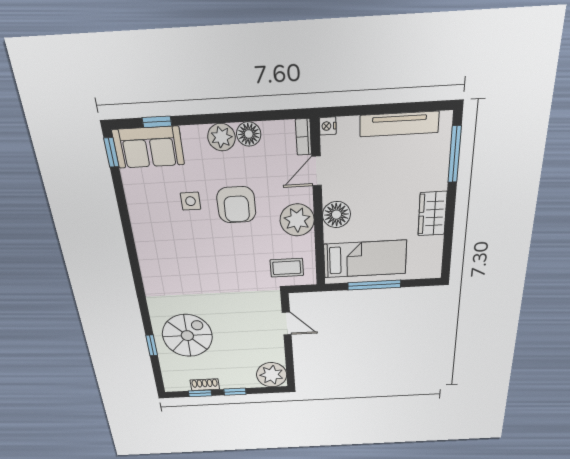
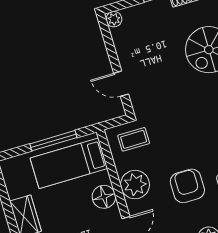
plant: (272, 375) -> (114, 19), width x0.53, depth x0.53

